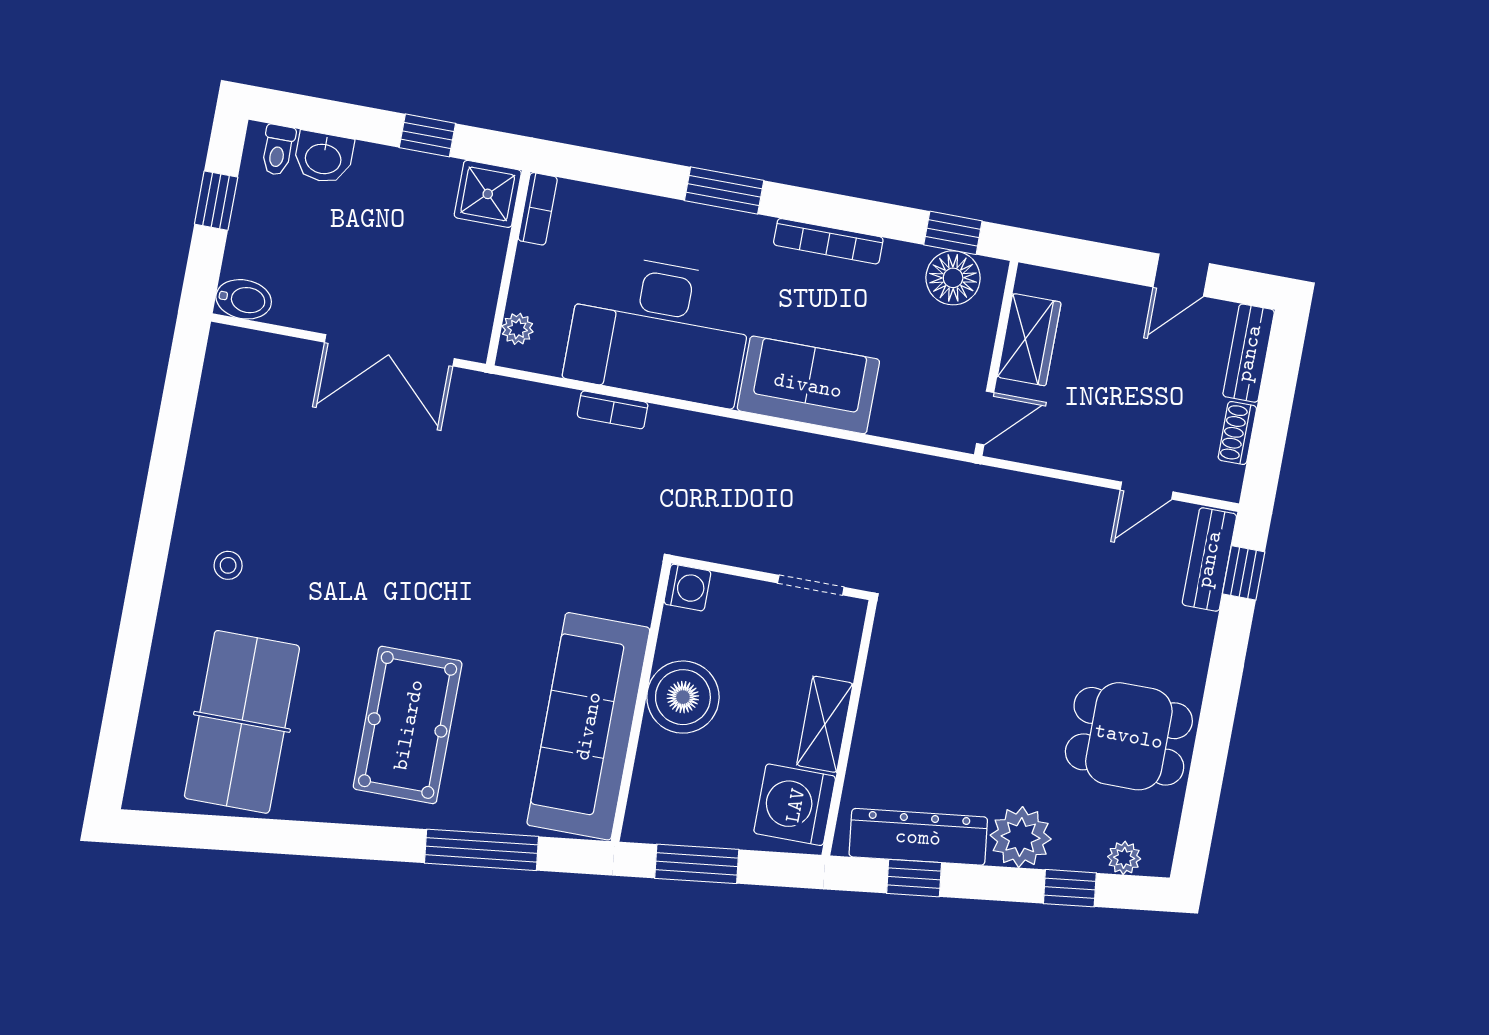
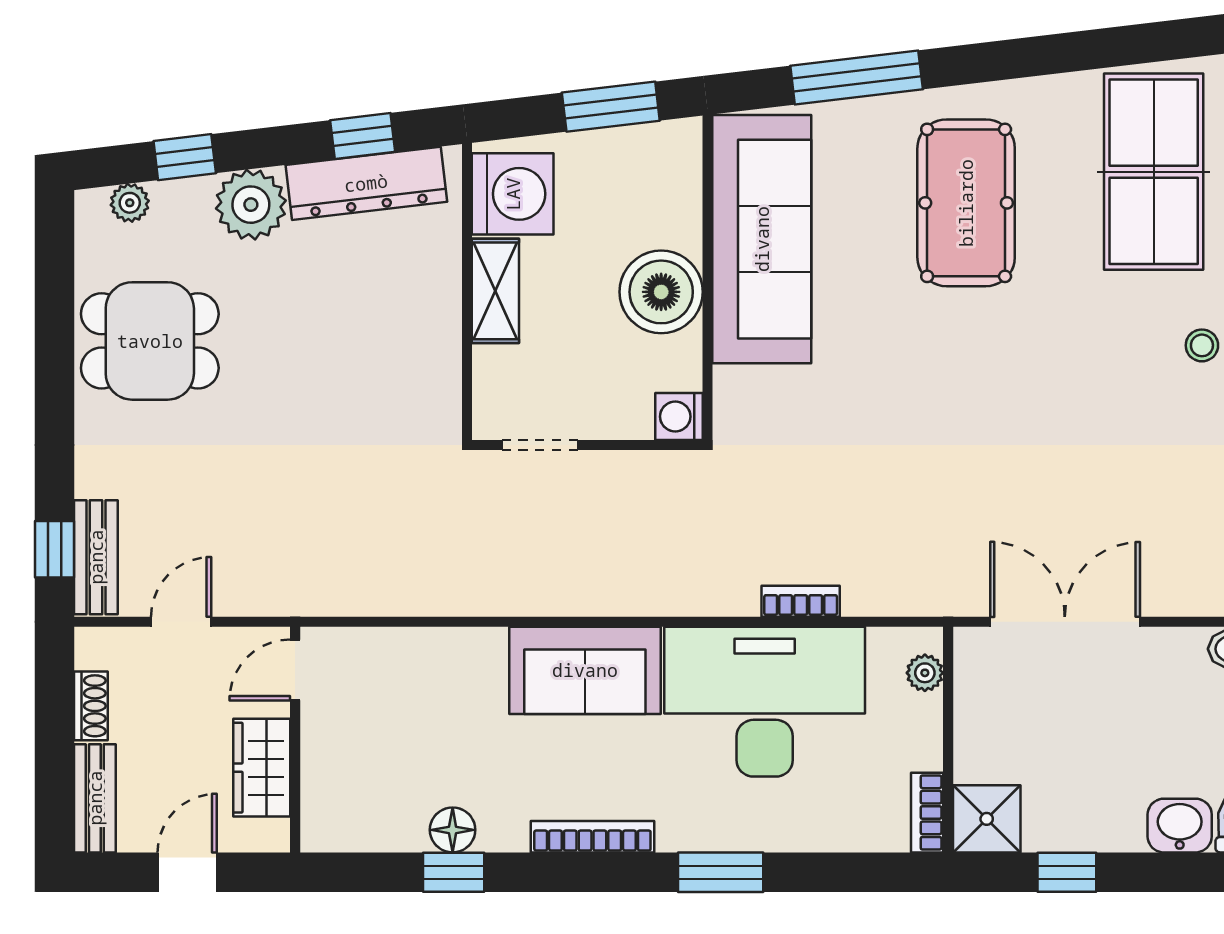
floor lamp: (953, 278) -> (453, 830), width x0.73, depth x0.73
wardrobe: (1029, 340) -> (262, 768), moved
wall: (996, 358) -> (295, 740), moved
door: (985, 418) -> (295, 670), moved

